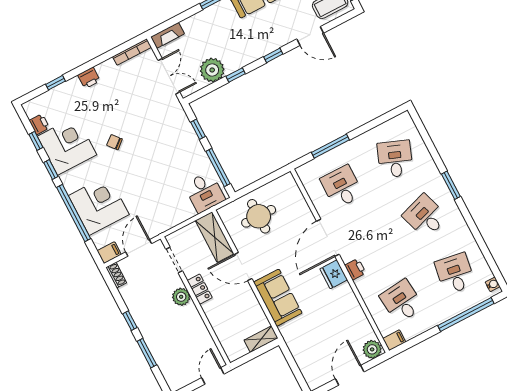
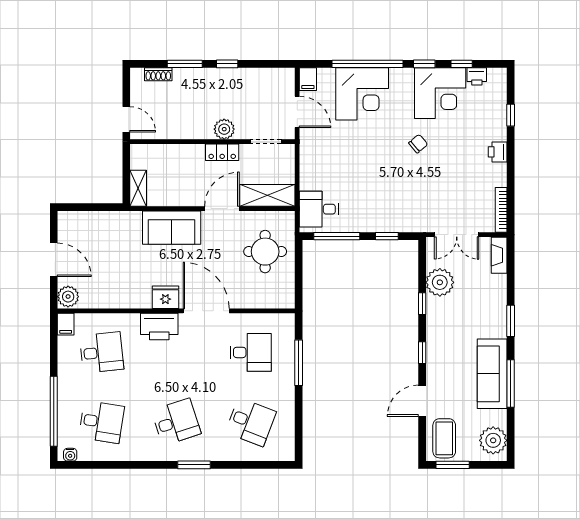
printer: (355, 269) -> (159, 327), width x1.87, depth x1.48
shoe rack: (116, 275) -> (158, 74), moved

